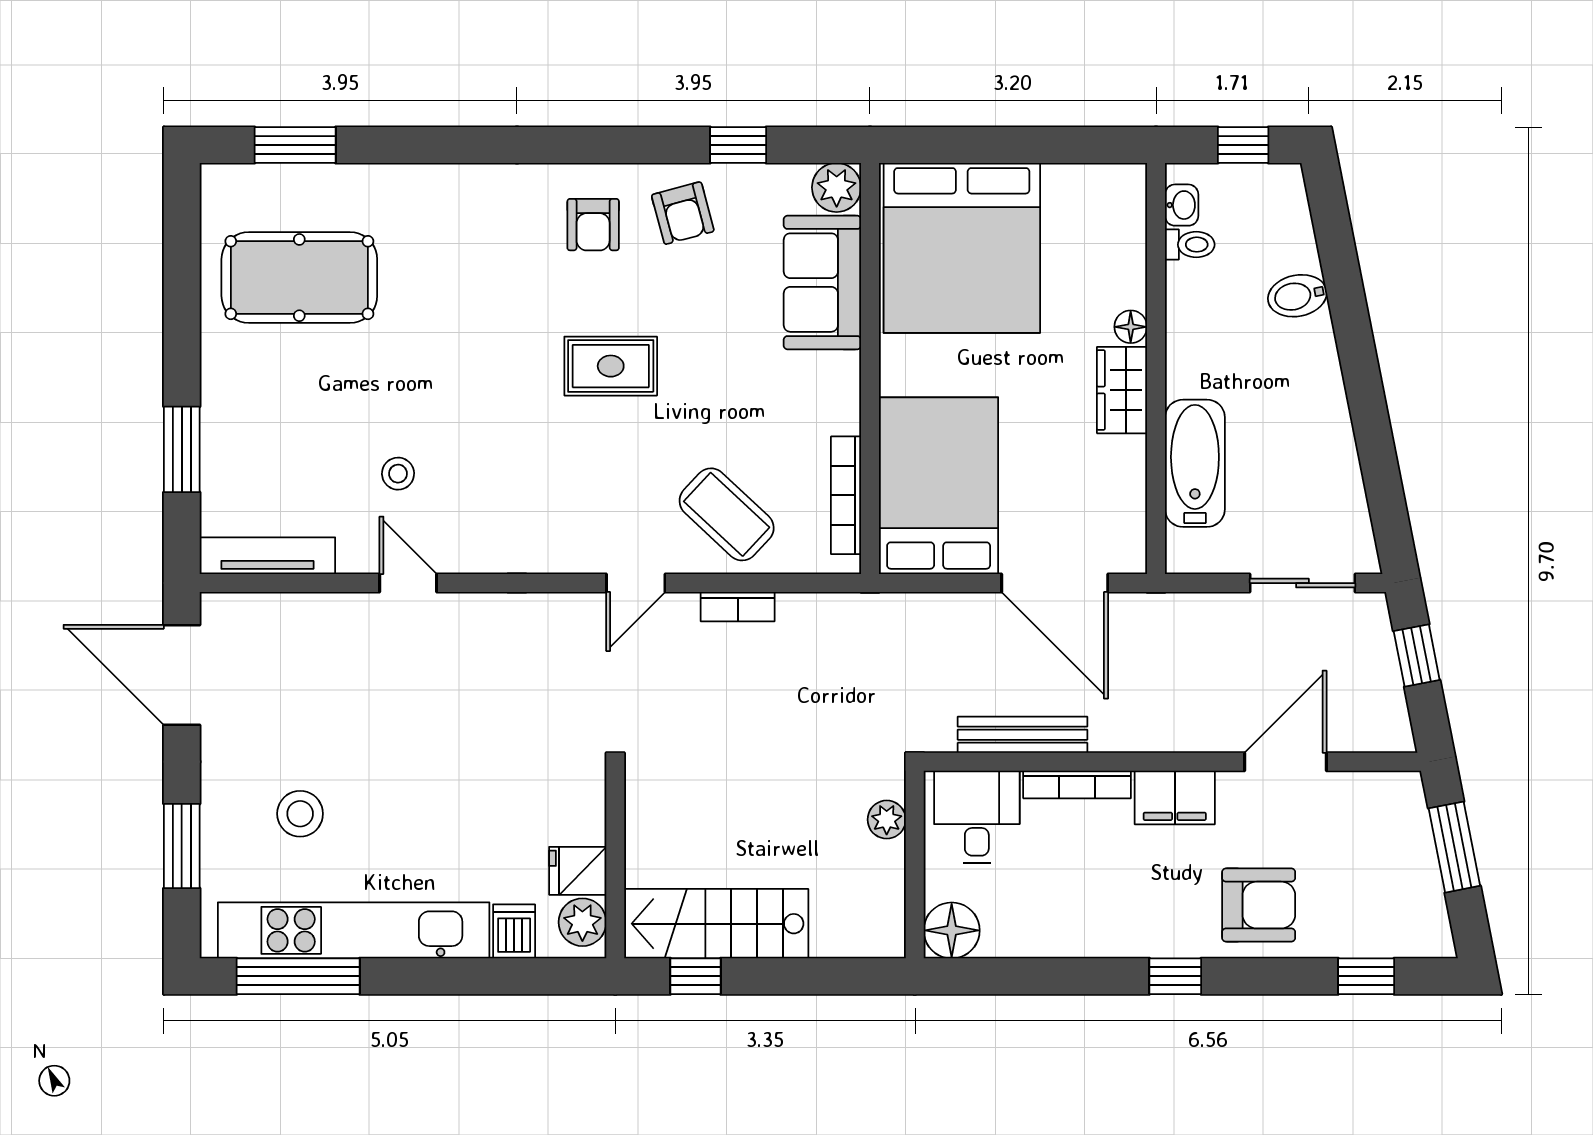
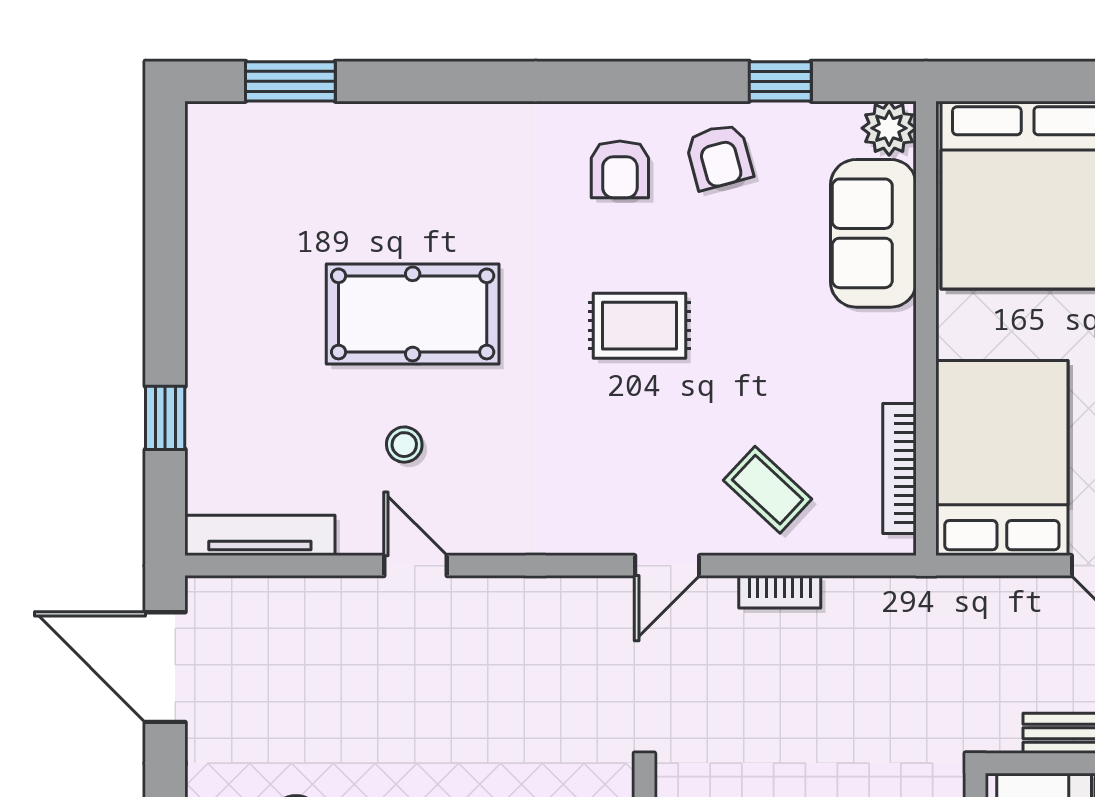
pool table: (299, 278) -> (413, 314), moved
window: (182, 449) -> (165, 418), width x0.67
coffee table: (727, 514) -> (768, 490), width x0.73, depth x0.77

